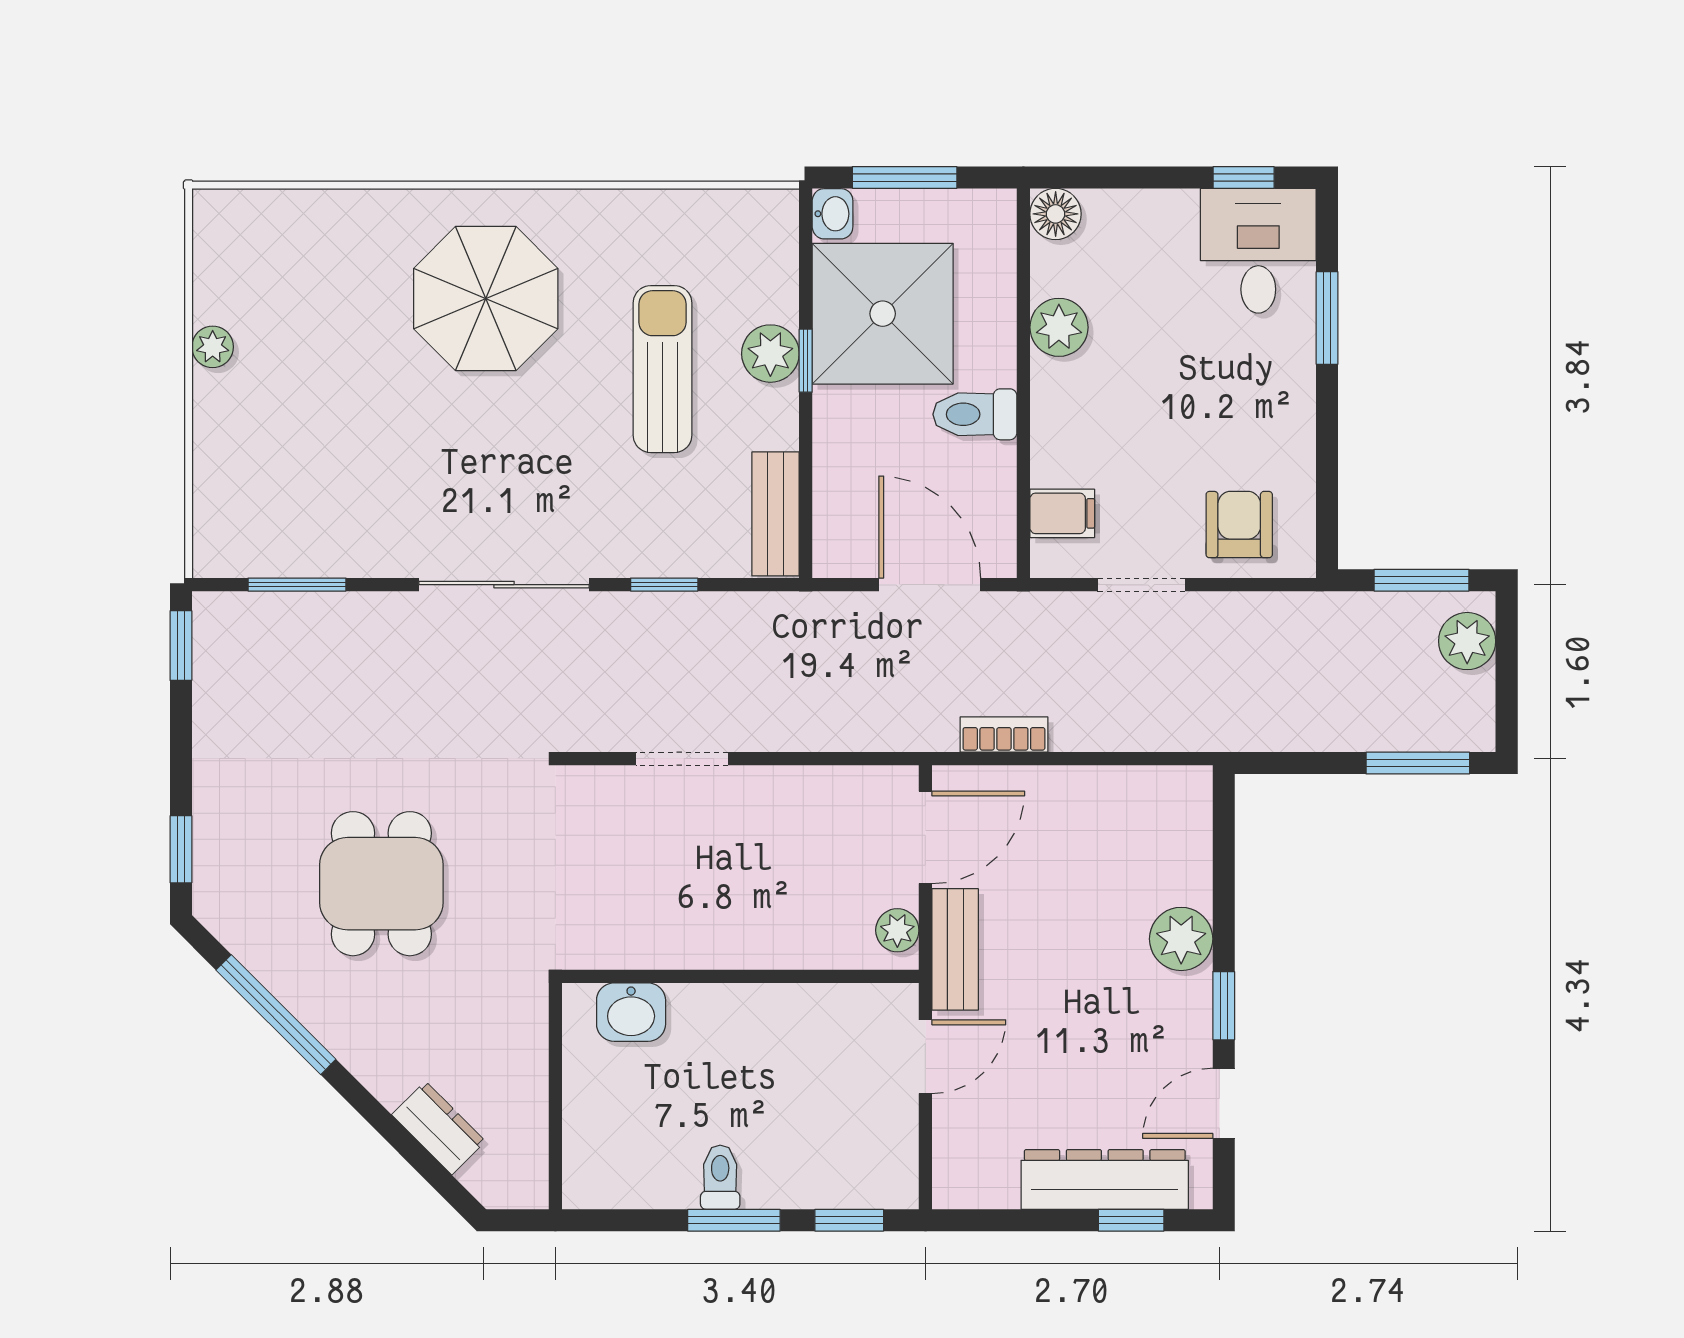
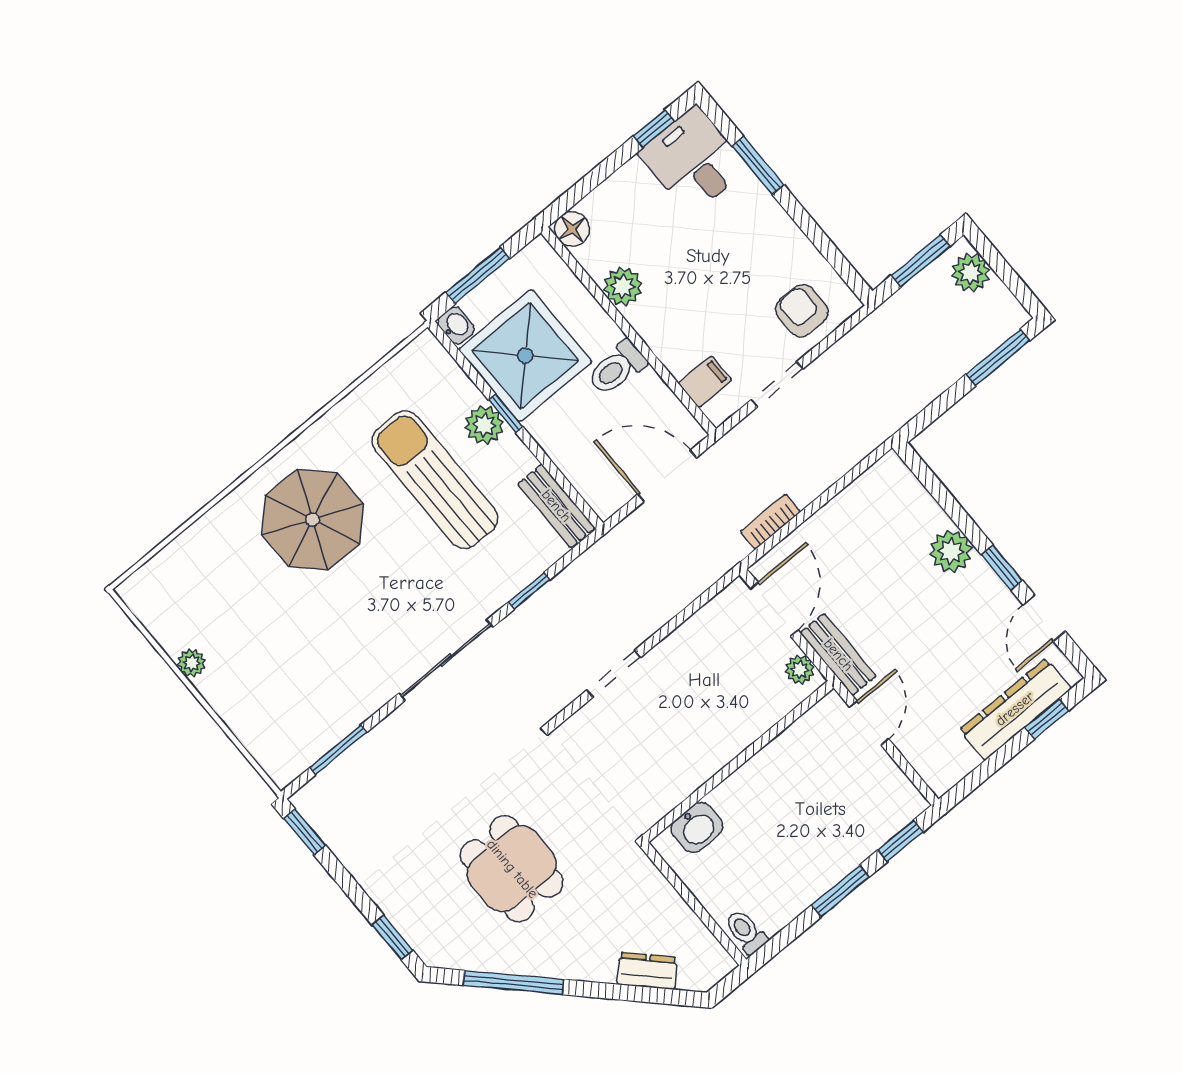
sun lounger: (663, 369) -> (435, 480), width x1.36, depth x1.34
toilet: (720, 1177) -> (746, 932), moved

